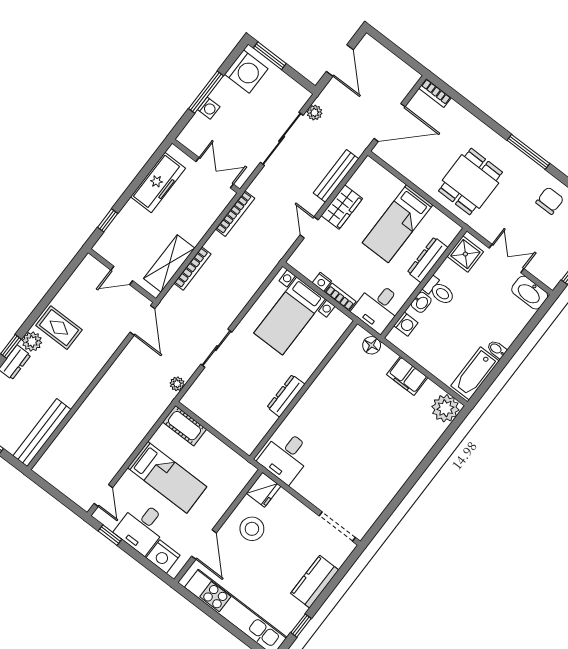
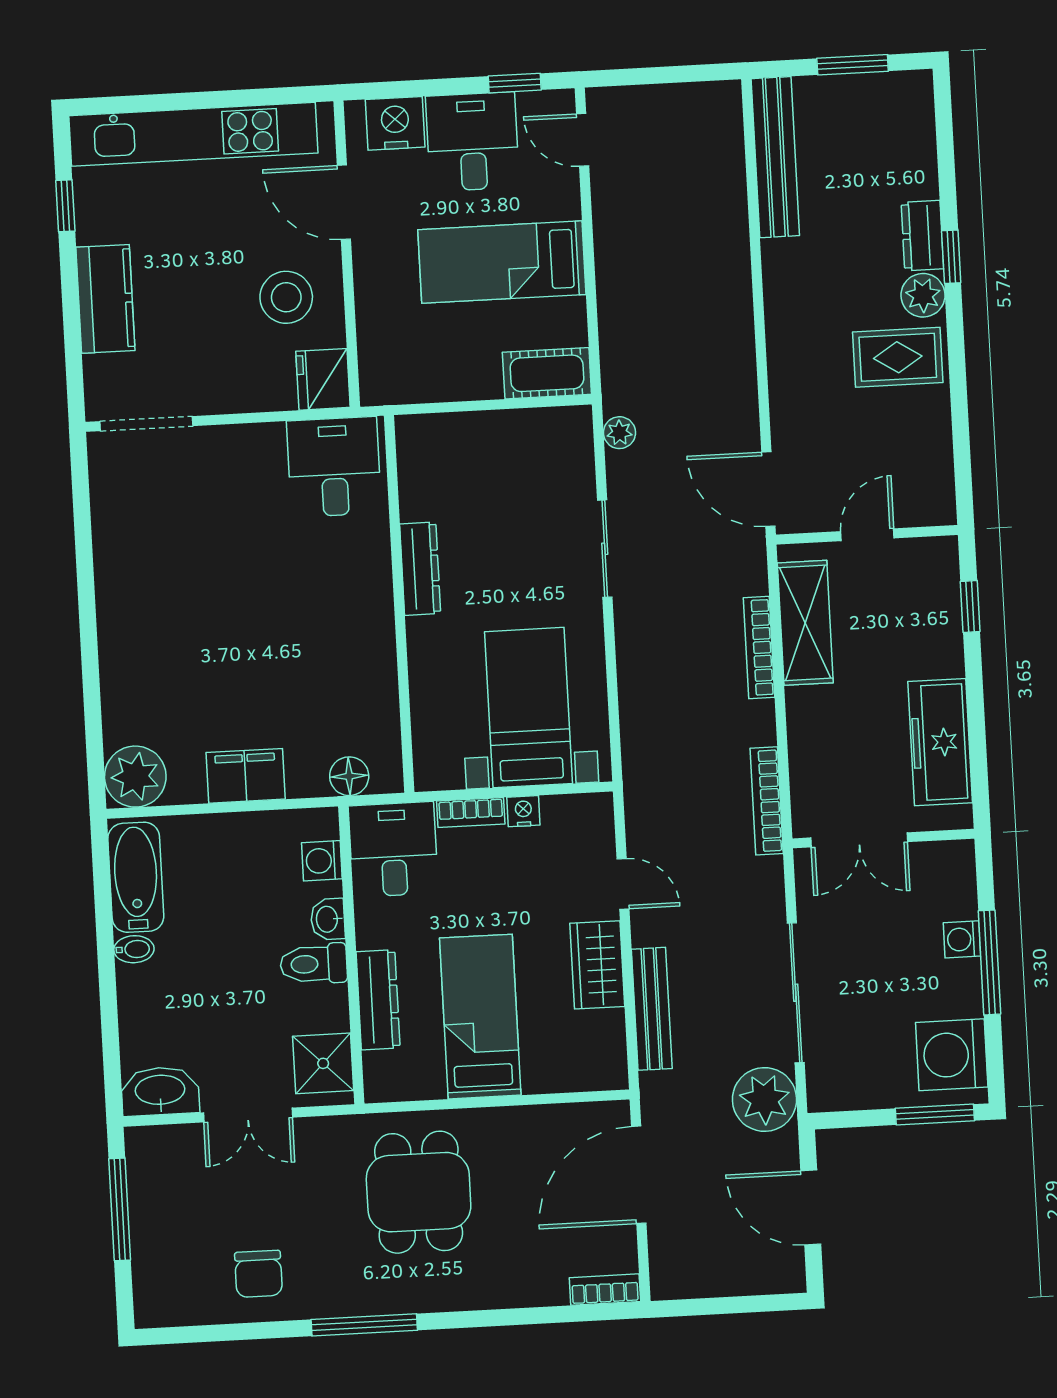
plant: (314, 113) -> (764, 1099), width x1.87, depth x1.87

